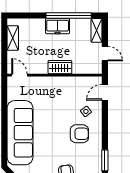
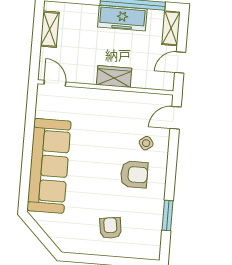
freezer: (58, 26) -> (122, 18), width x1.40
door: (105, 54) -> (180, 62), swing flipped

